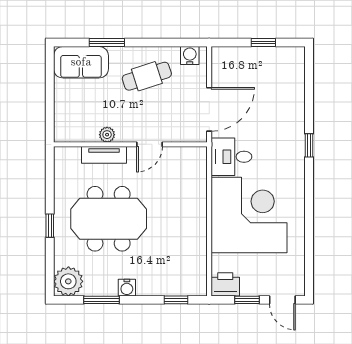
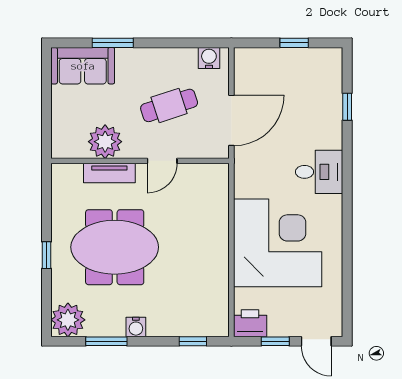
cafe table: (147, 76) -> (169, 105), moved
plant: (107, 135) -> (105, 142), width x1.87, depth x1.87
window: (309, 145) -> (347, 107), moved
desk: (231, 157) -> (319, 172), moved, turned 180

